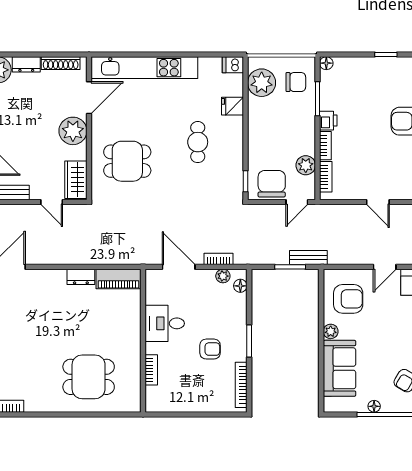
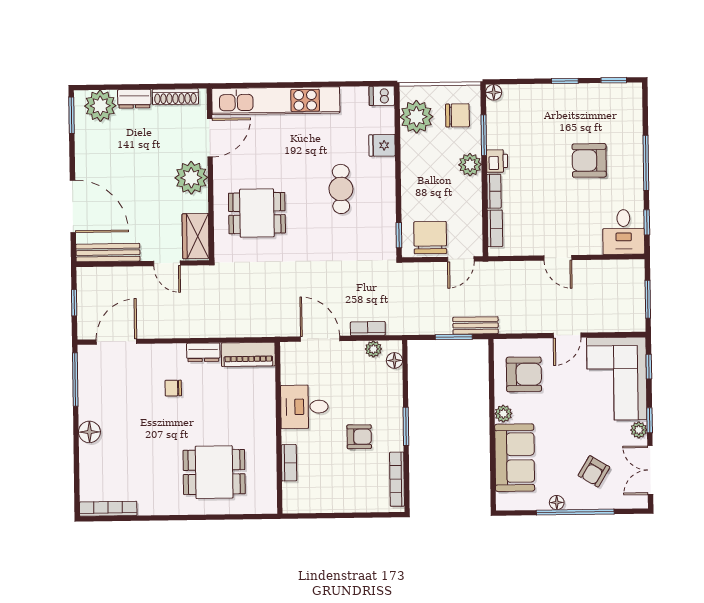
plant: (306, 165) -> (470, 165), moved
chair: (55, 306) -> (173, 388), added

